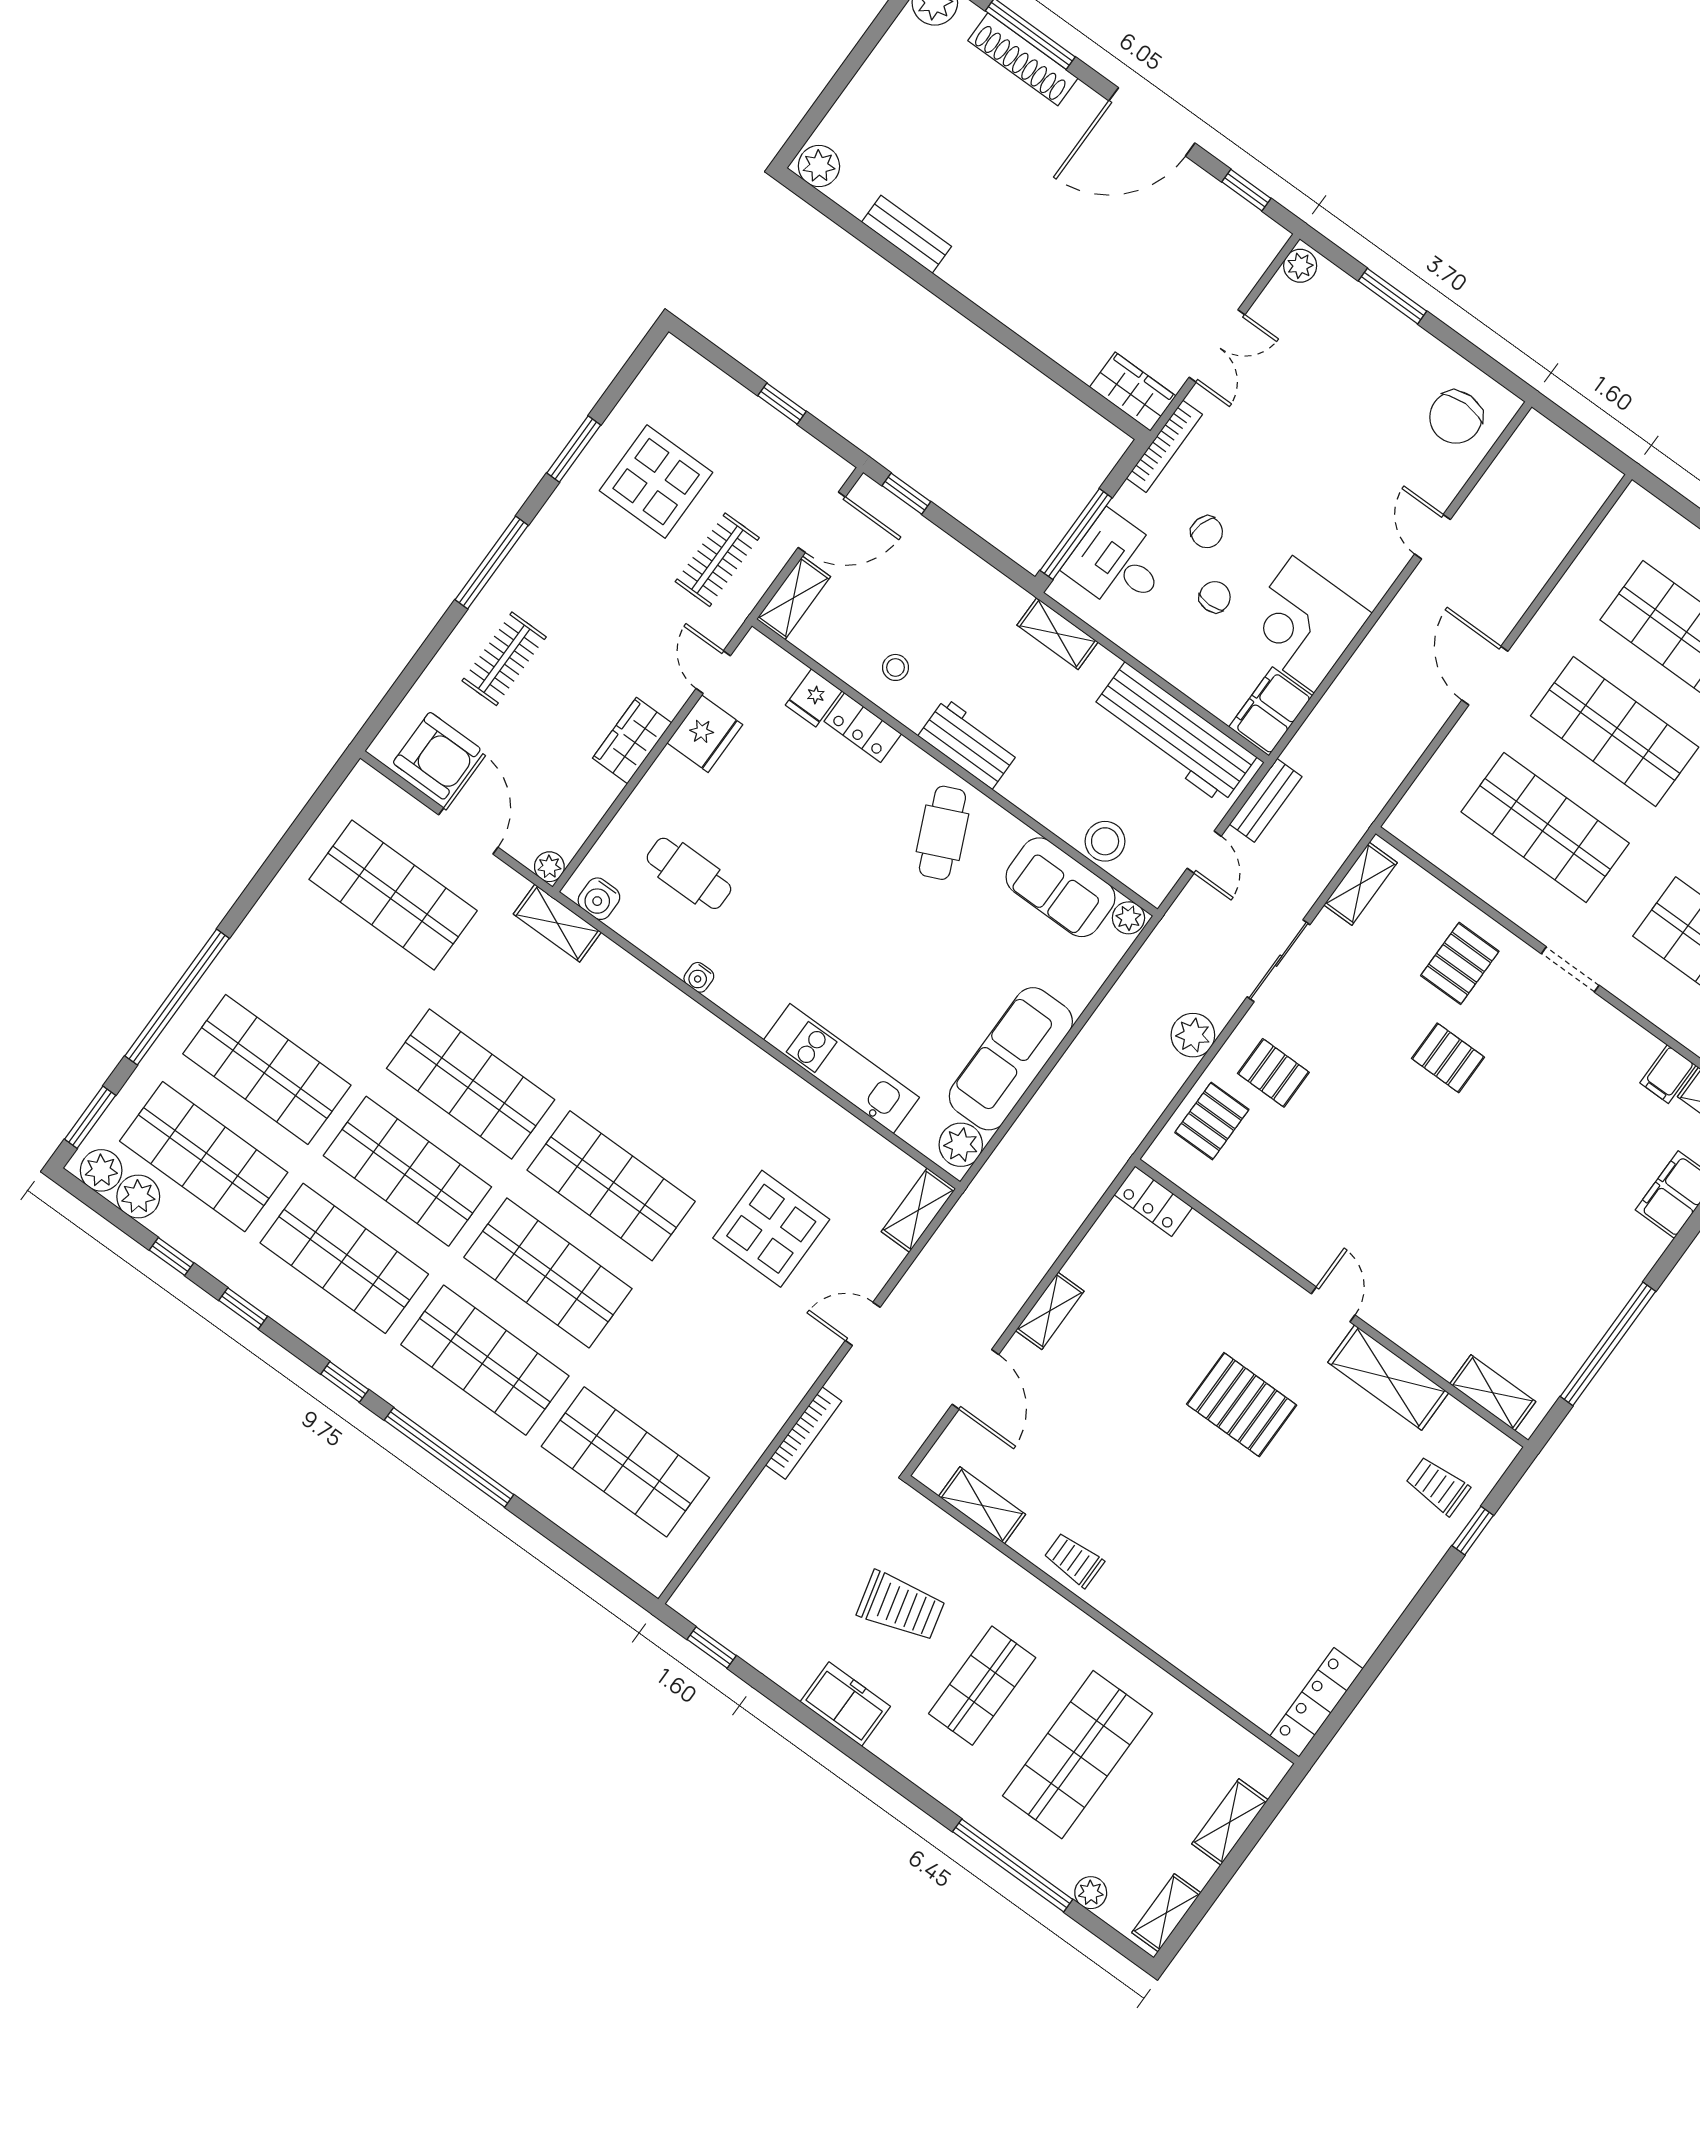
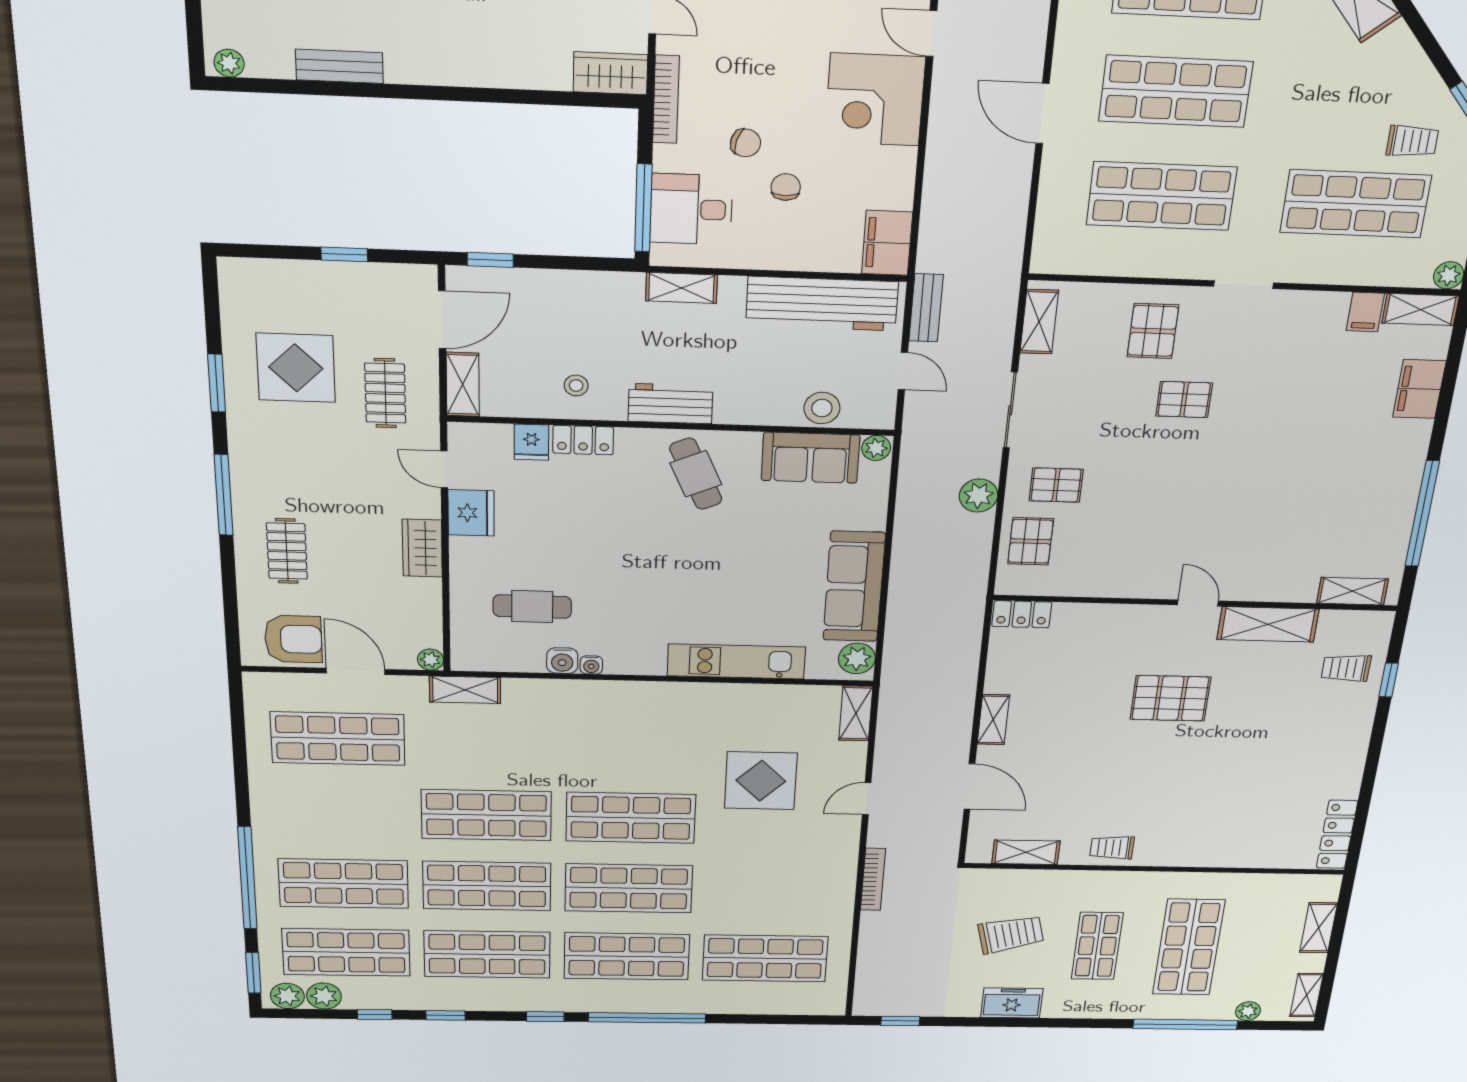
plant: (819, 166) -> (229, 63), width x0.73, depth x0.73
corner desk: (1303, 624) -> (875, 100), moved
water cooler: (599, 899) -> (562, 661), moved

